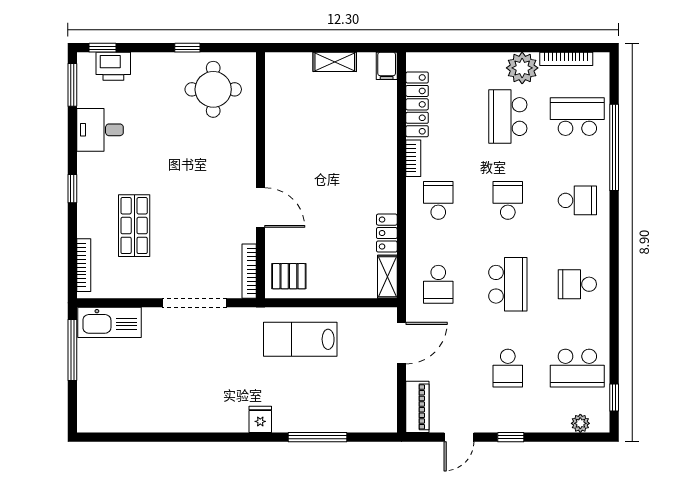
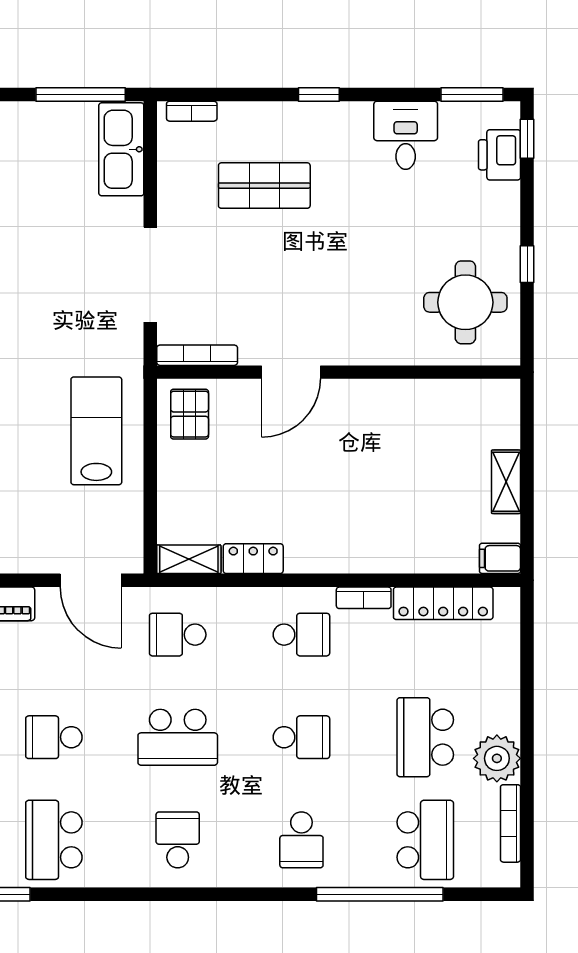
school desk: (508, 117) -> (425, 737), turned -90
bookcase: (84, 265) -> (192, 111), width x0.64

